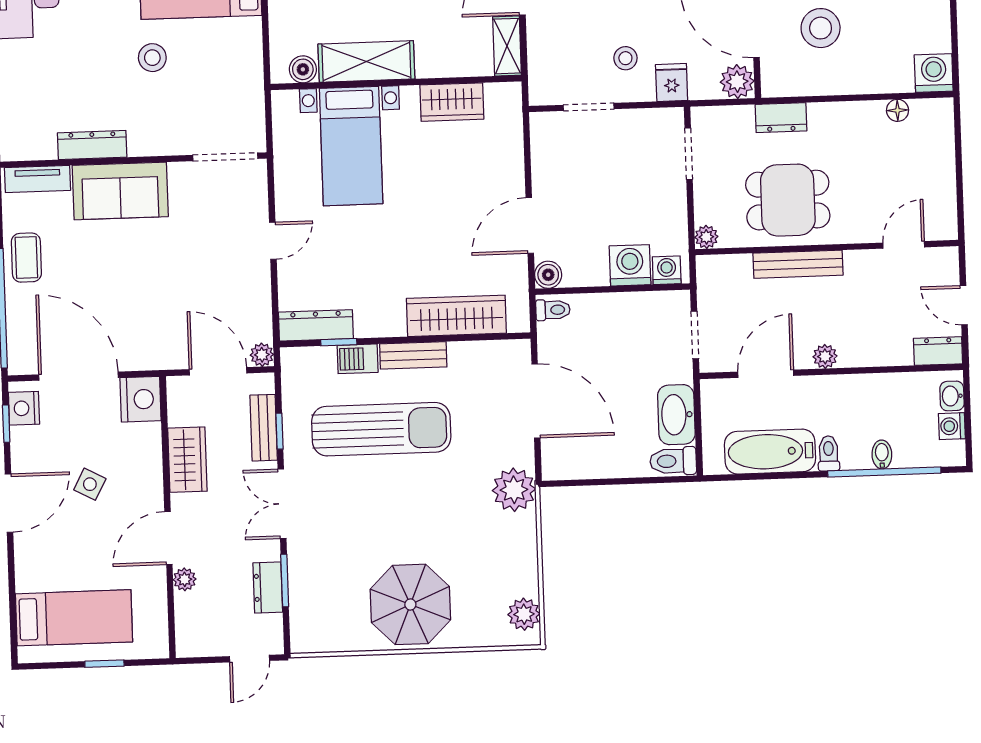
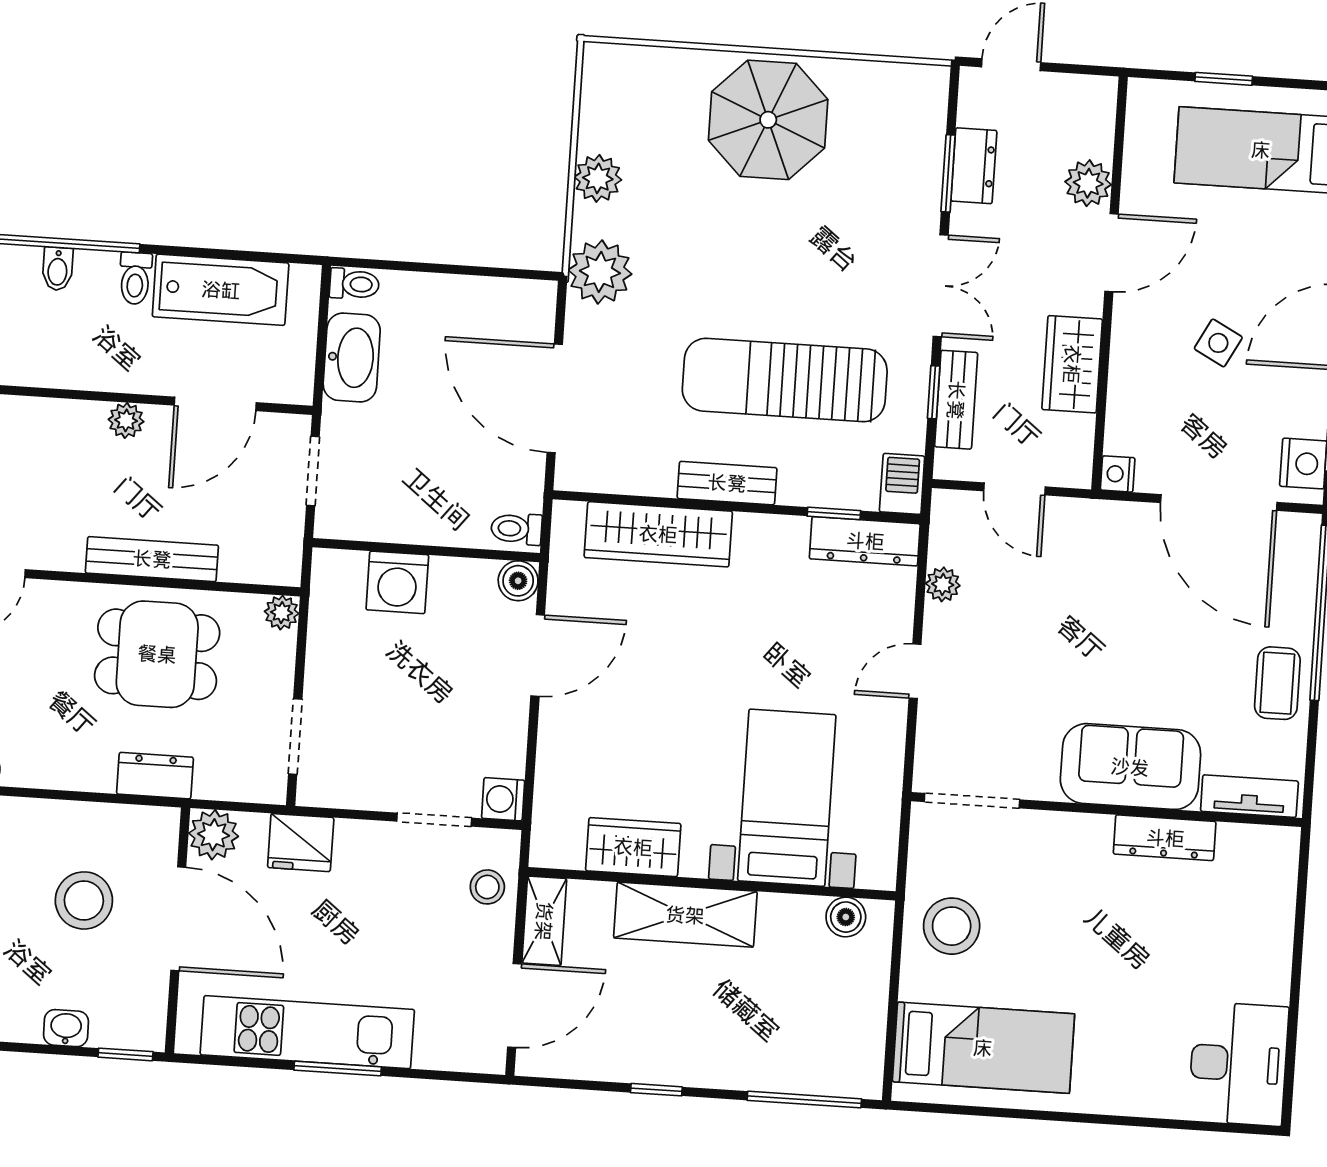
stool: (152, 58) -> (952, 926), moved, width x1.38, depth x1.38
stool: (625, 58) -> (487, 887), moved
shelving: (366, 62) -> (685, 915), moved
fridge: (672, 83) -> (301, 843), width x1.38
washing machine: (667, 270) -> (503, 799), moved, turned 90
plant: (262, 355) -> (943, 584), moved
barbecue: (358, 359) -> (902, 484), moved, turned -90
door: (218, 371) -> (1015, 489), width x0.73
nightstand: (141, 399) -> (1118, 474), width x0.53, depth x0.56
toilet: (673, 461) -> (354, 284), width x0.73, depth x0.72
plant: (185, 579) -> (1088, 183), width x1.38, depth x1.38
plant: (524, 614) -> (598, 178), moved

